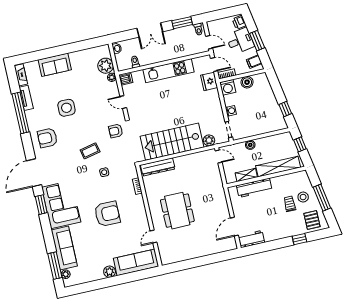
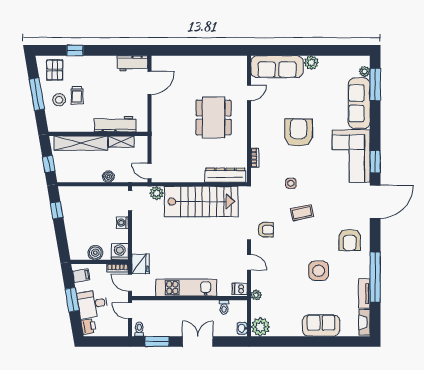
plant: (106, 66) -> (260, 327), moved
armchair: (47, 138) -> (350, 240), turned 90
armchair: (107, 214) -> (298, 133), turned 90

